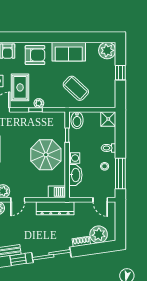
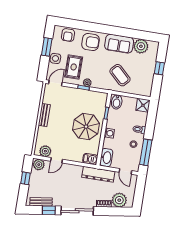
plant: (107, 50) -> (141, 46), moved
washbasin: (75, 175) -> (106, 157), moved
dresser: (55, 208) -> (98, 174), moved

